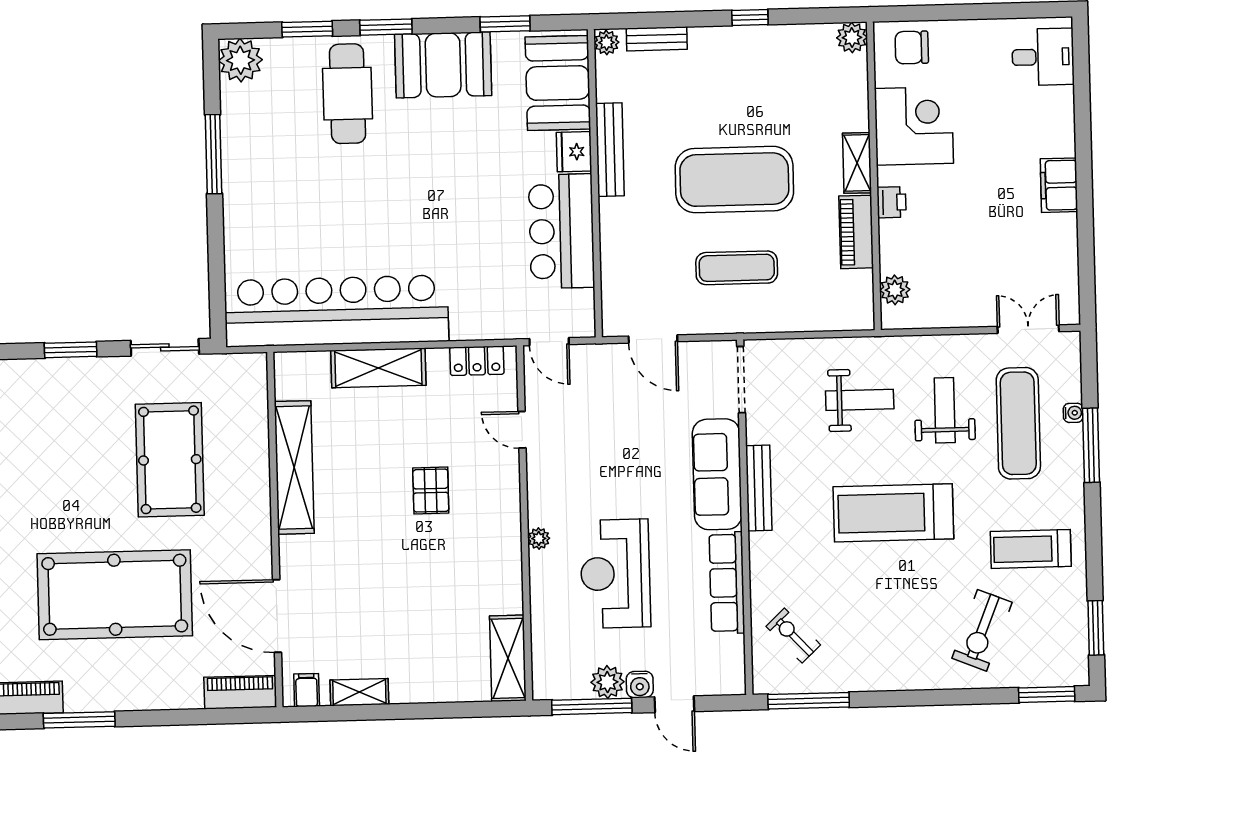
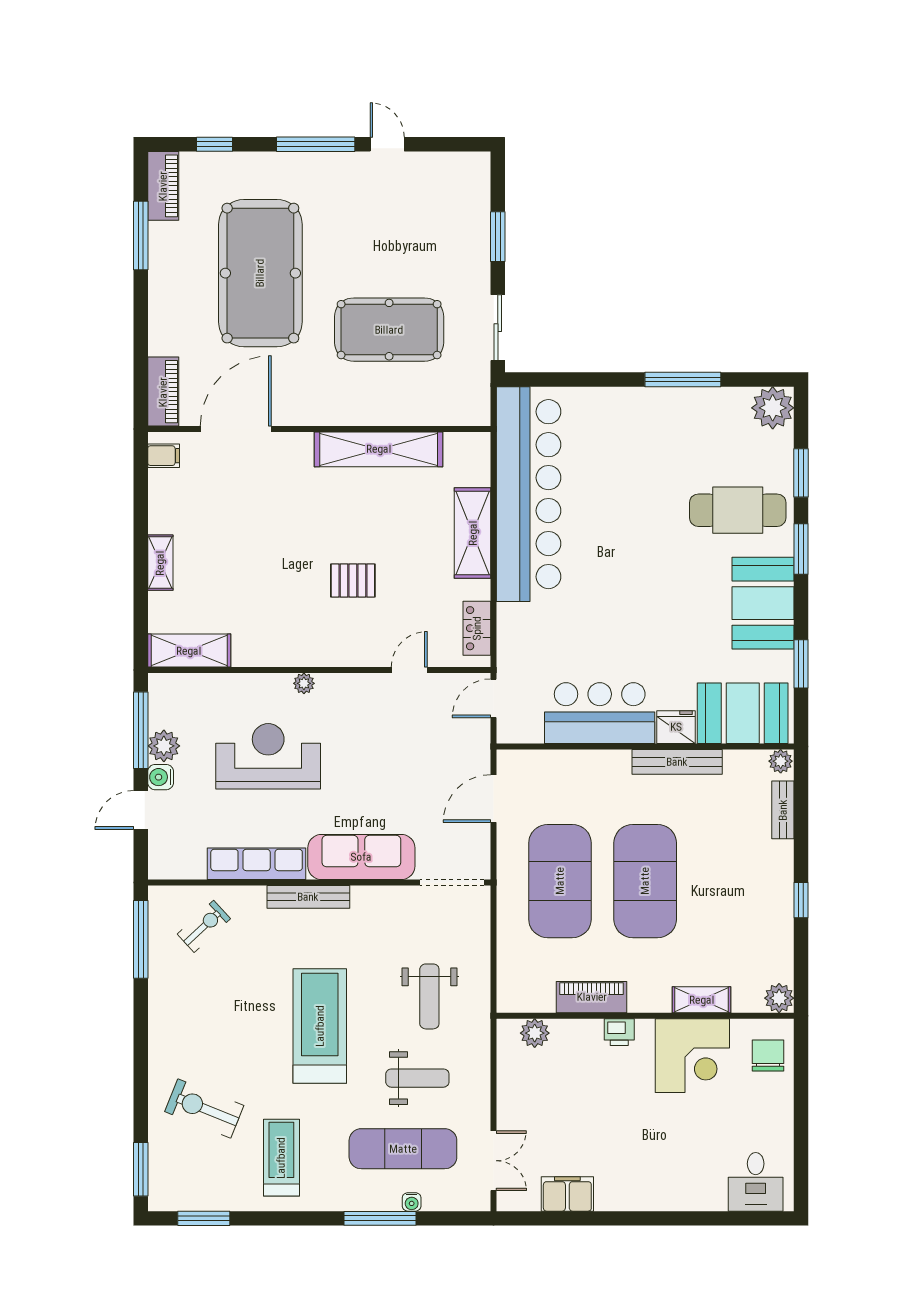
shelving: (857, 163) -> (702, 1000), moved
filing cabinet: (1059, 185) -> (567, 1194), moved
exercise mat: (737, 268) -> (560, 881), width x2.00, depth x1.45
bench: (759, 488) -> (308, 897), moved
shelving: (359, 692) -> (160, 563), moved

